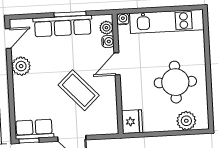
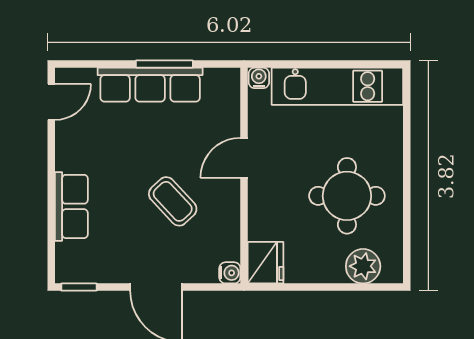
plant: (106, 28) -> (228, 92), removed
water cooler: (108, 42) -> (230, 273), moved
plant: (21, 66) -> (72, 153), removed
coffee table: (79, 90) -> (173, 201), width x0.73, depth x0.77
row of seats: (34, 129) -> (71, 206), moved, turned 90

